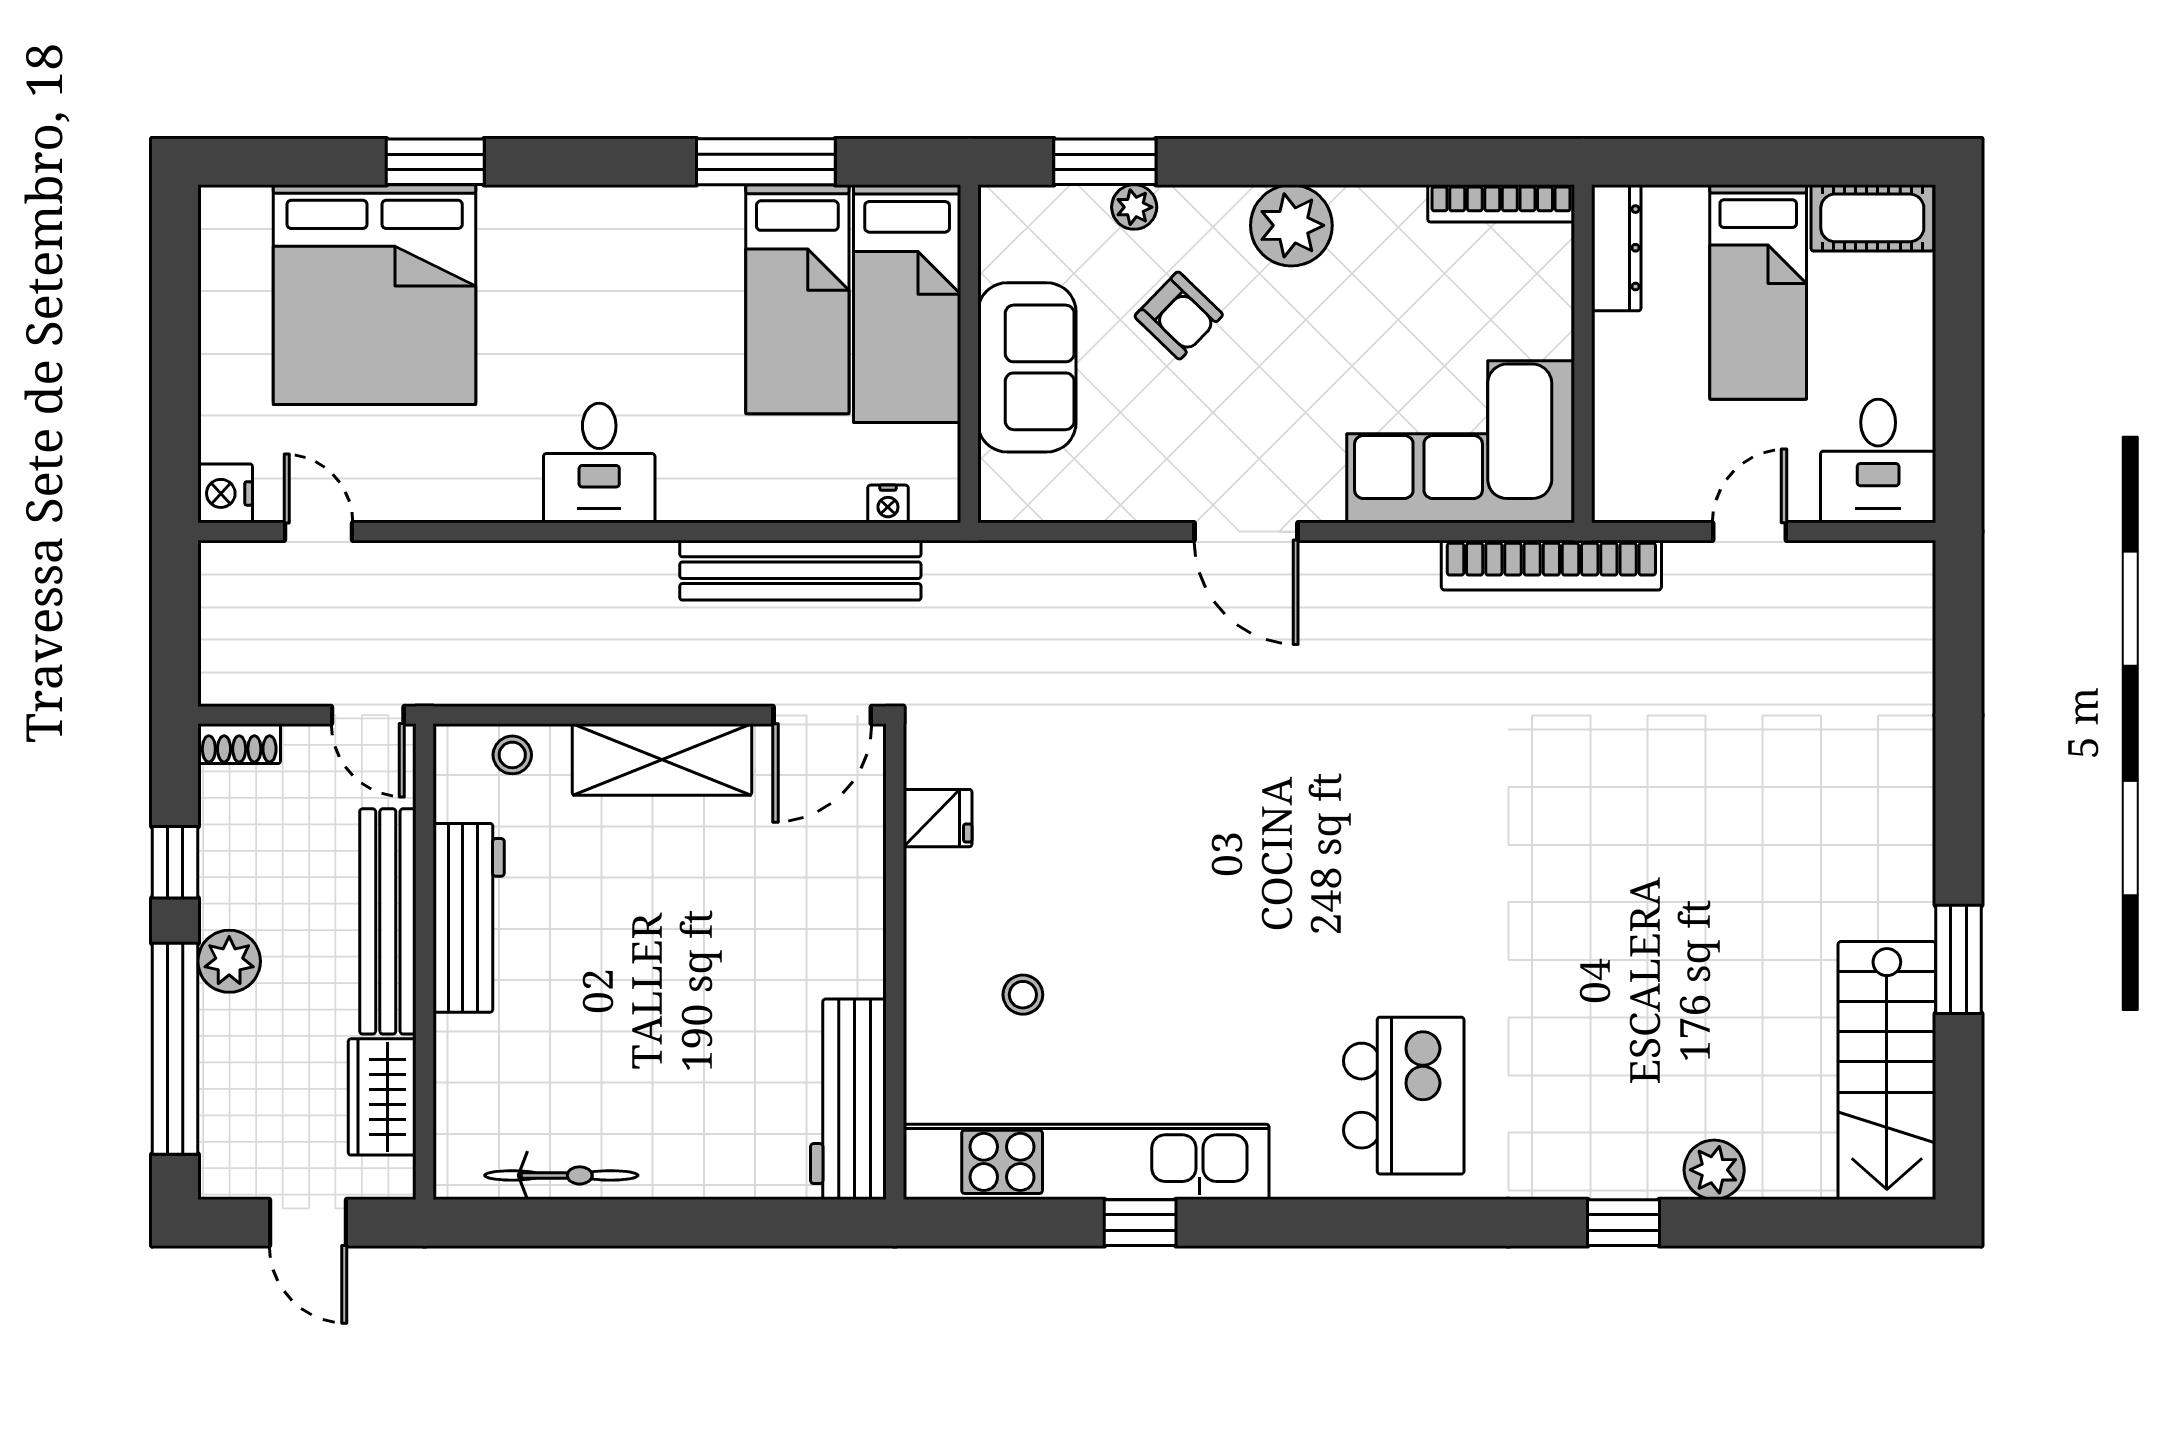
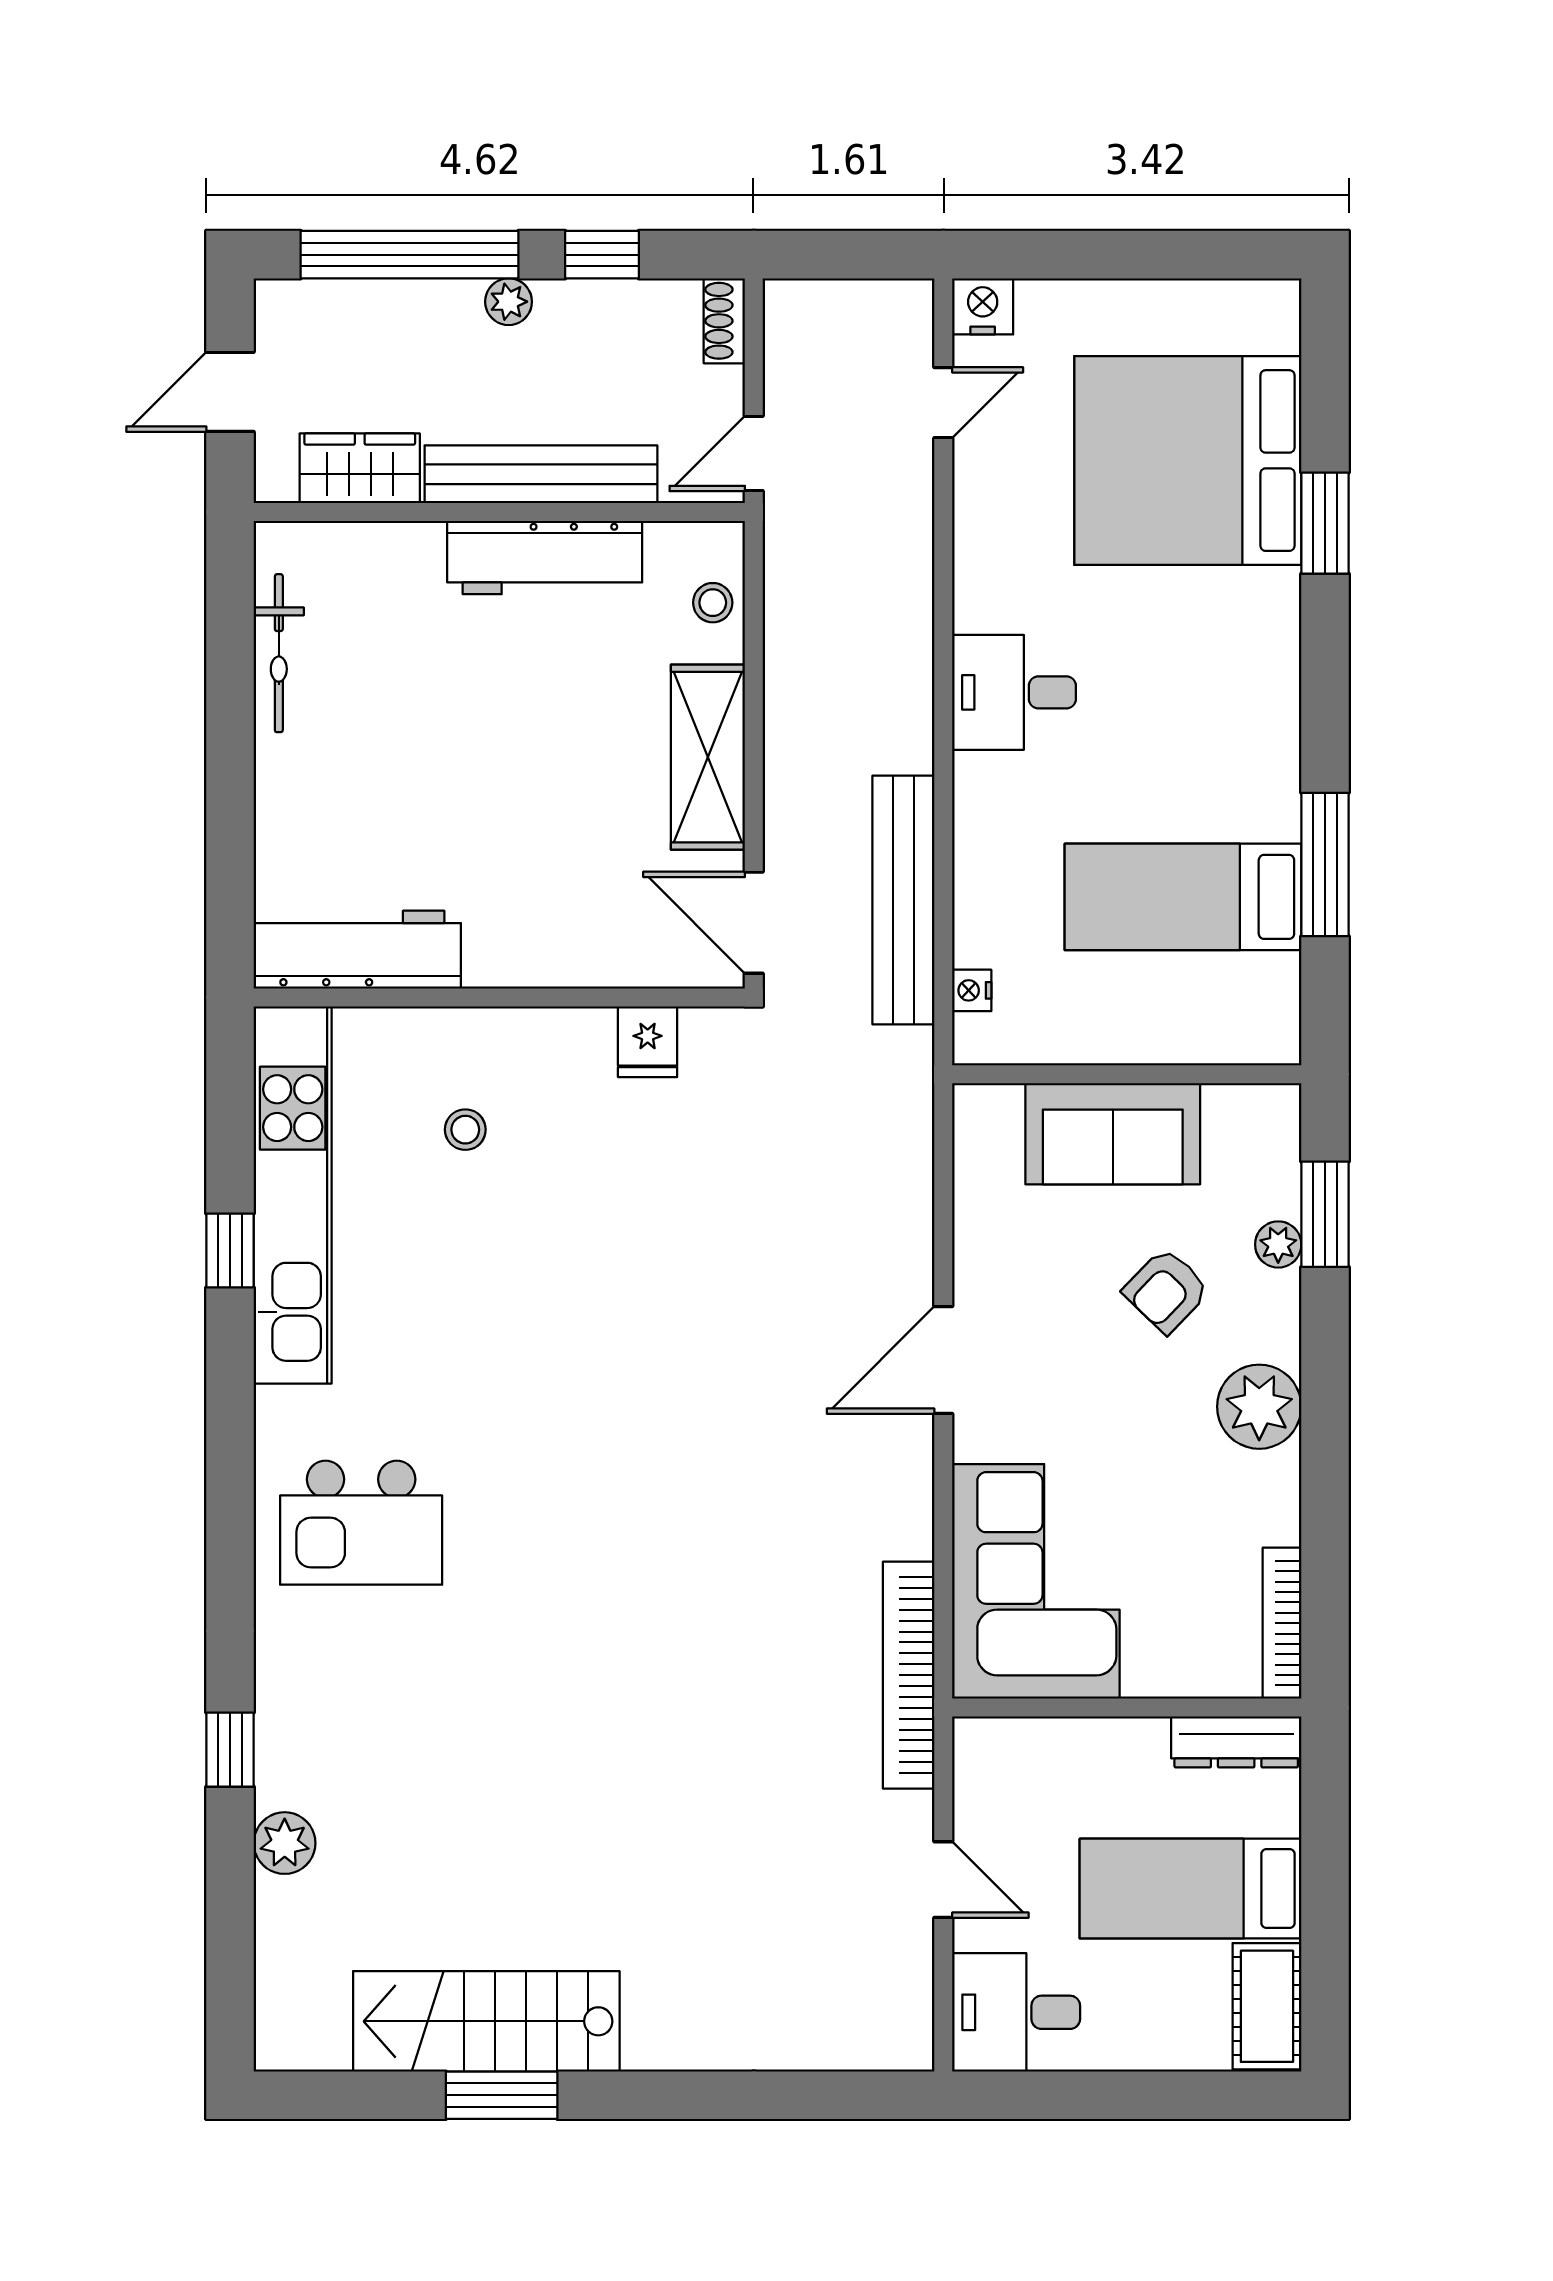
bed: (907, 304) -> (1179, 1010), removed
plant: (229, 961) -> (509, 302), width x0.73, depth x0.73
stairs: (1887, 1071) -> (486, 2021), moved

